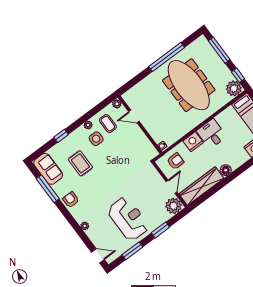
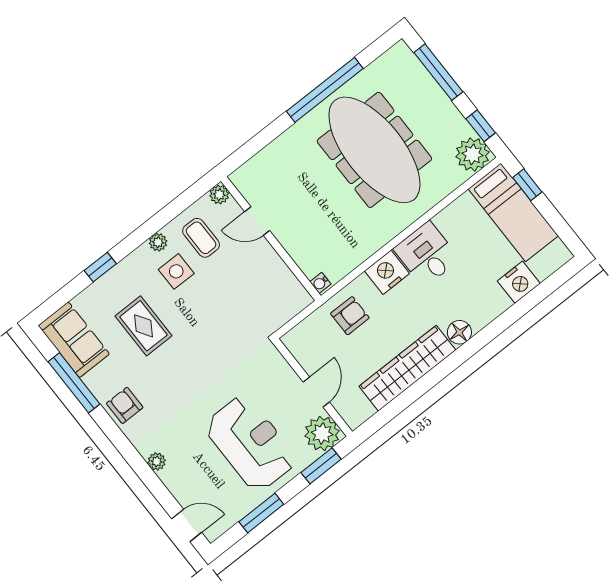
wall: (170, 185) -> (313, 387), moved
door: (171, 187) -> (316, 392), moved
plant: (174, 206) -> (322, 433), moved

